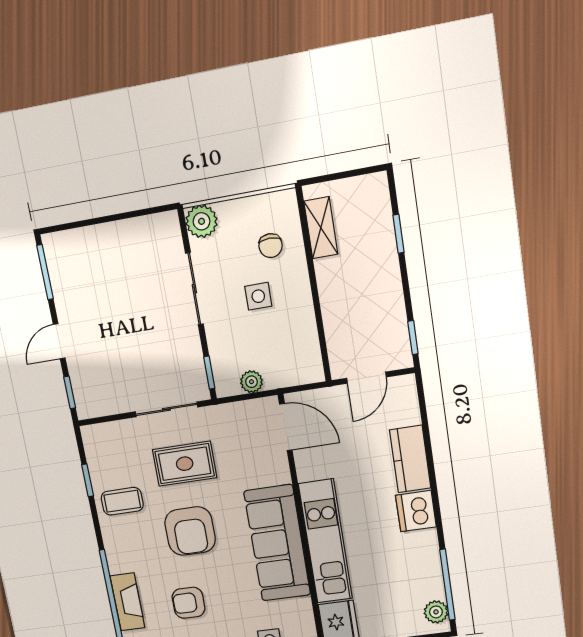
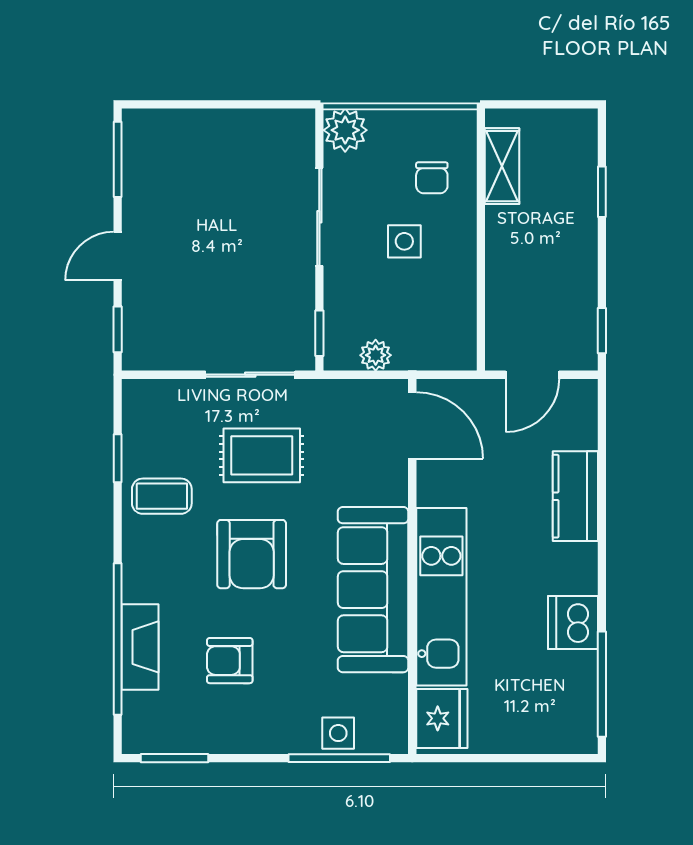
dishwasher: (416, 511) -> (573, 623), moved
plant: (436, 612) -> (581, 722), removed

